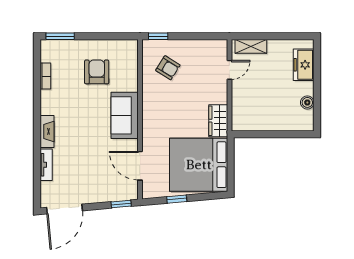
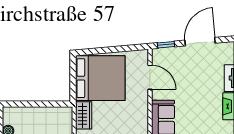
window: (177, 199) -> (119, 49), removed
door: (64, 209) -> (200, 42), moved

